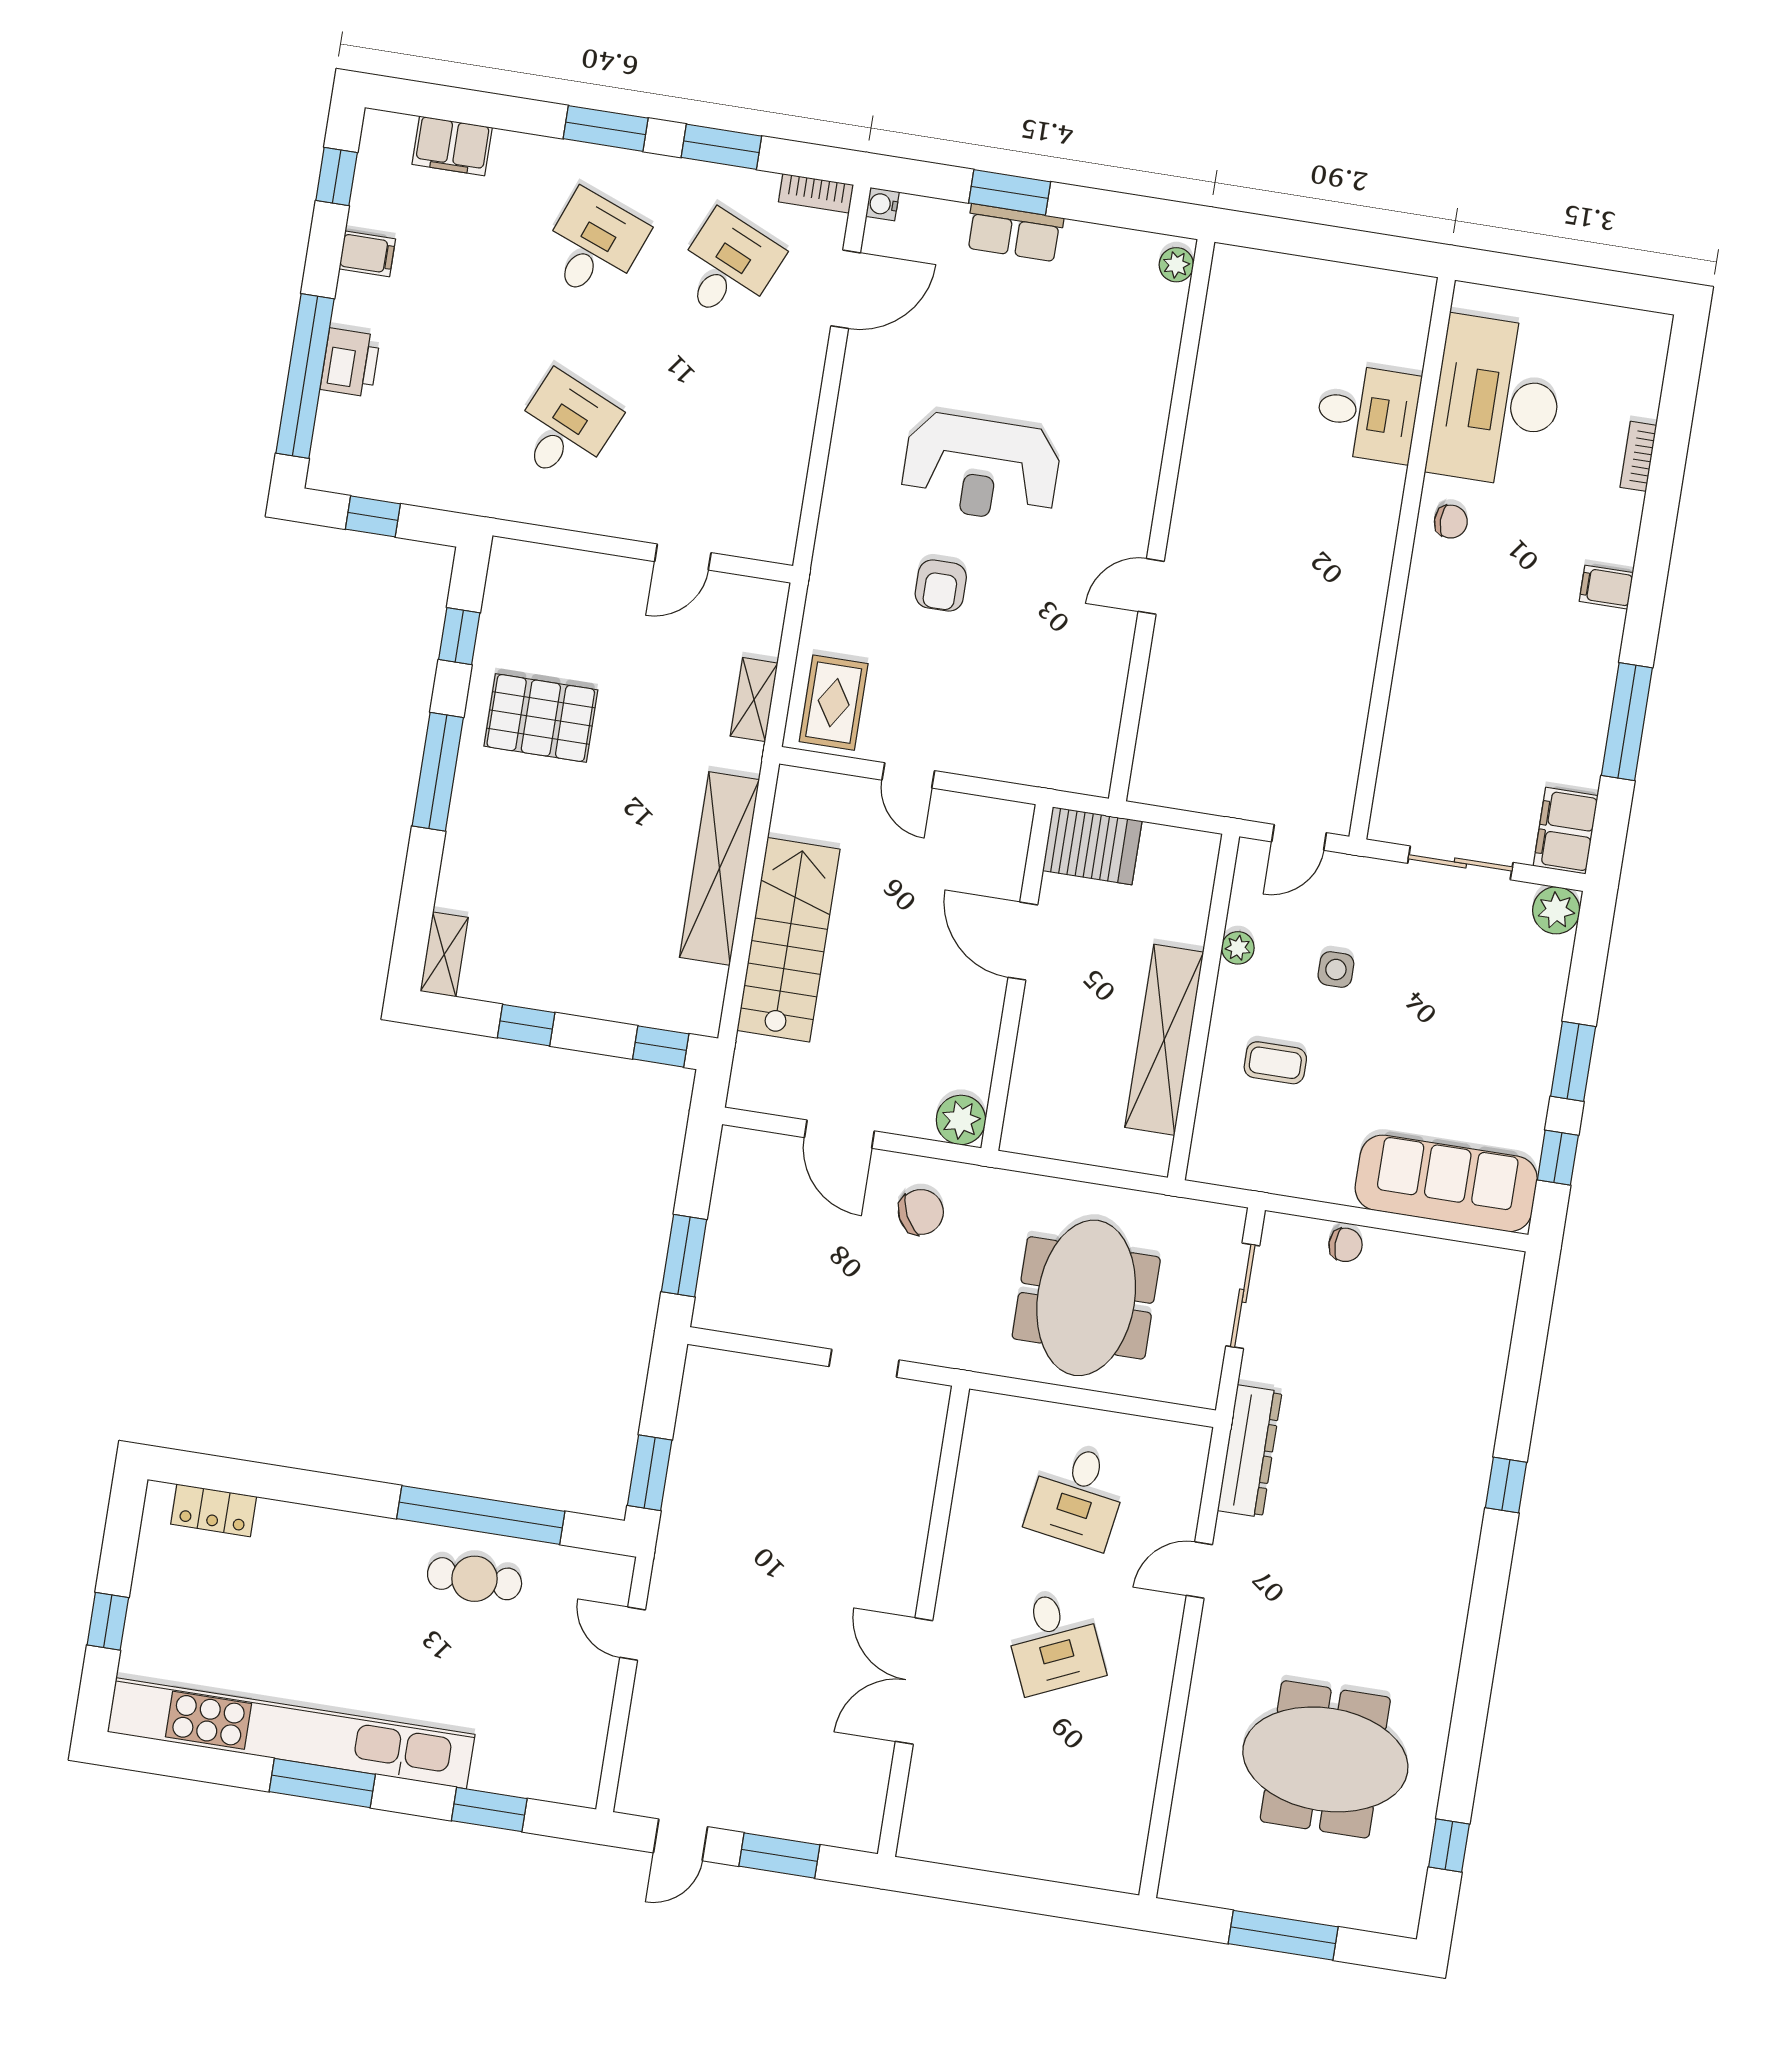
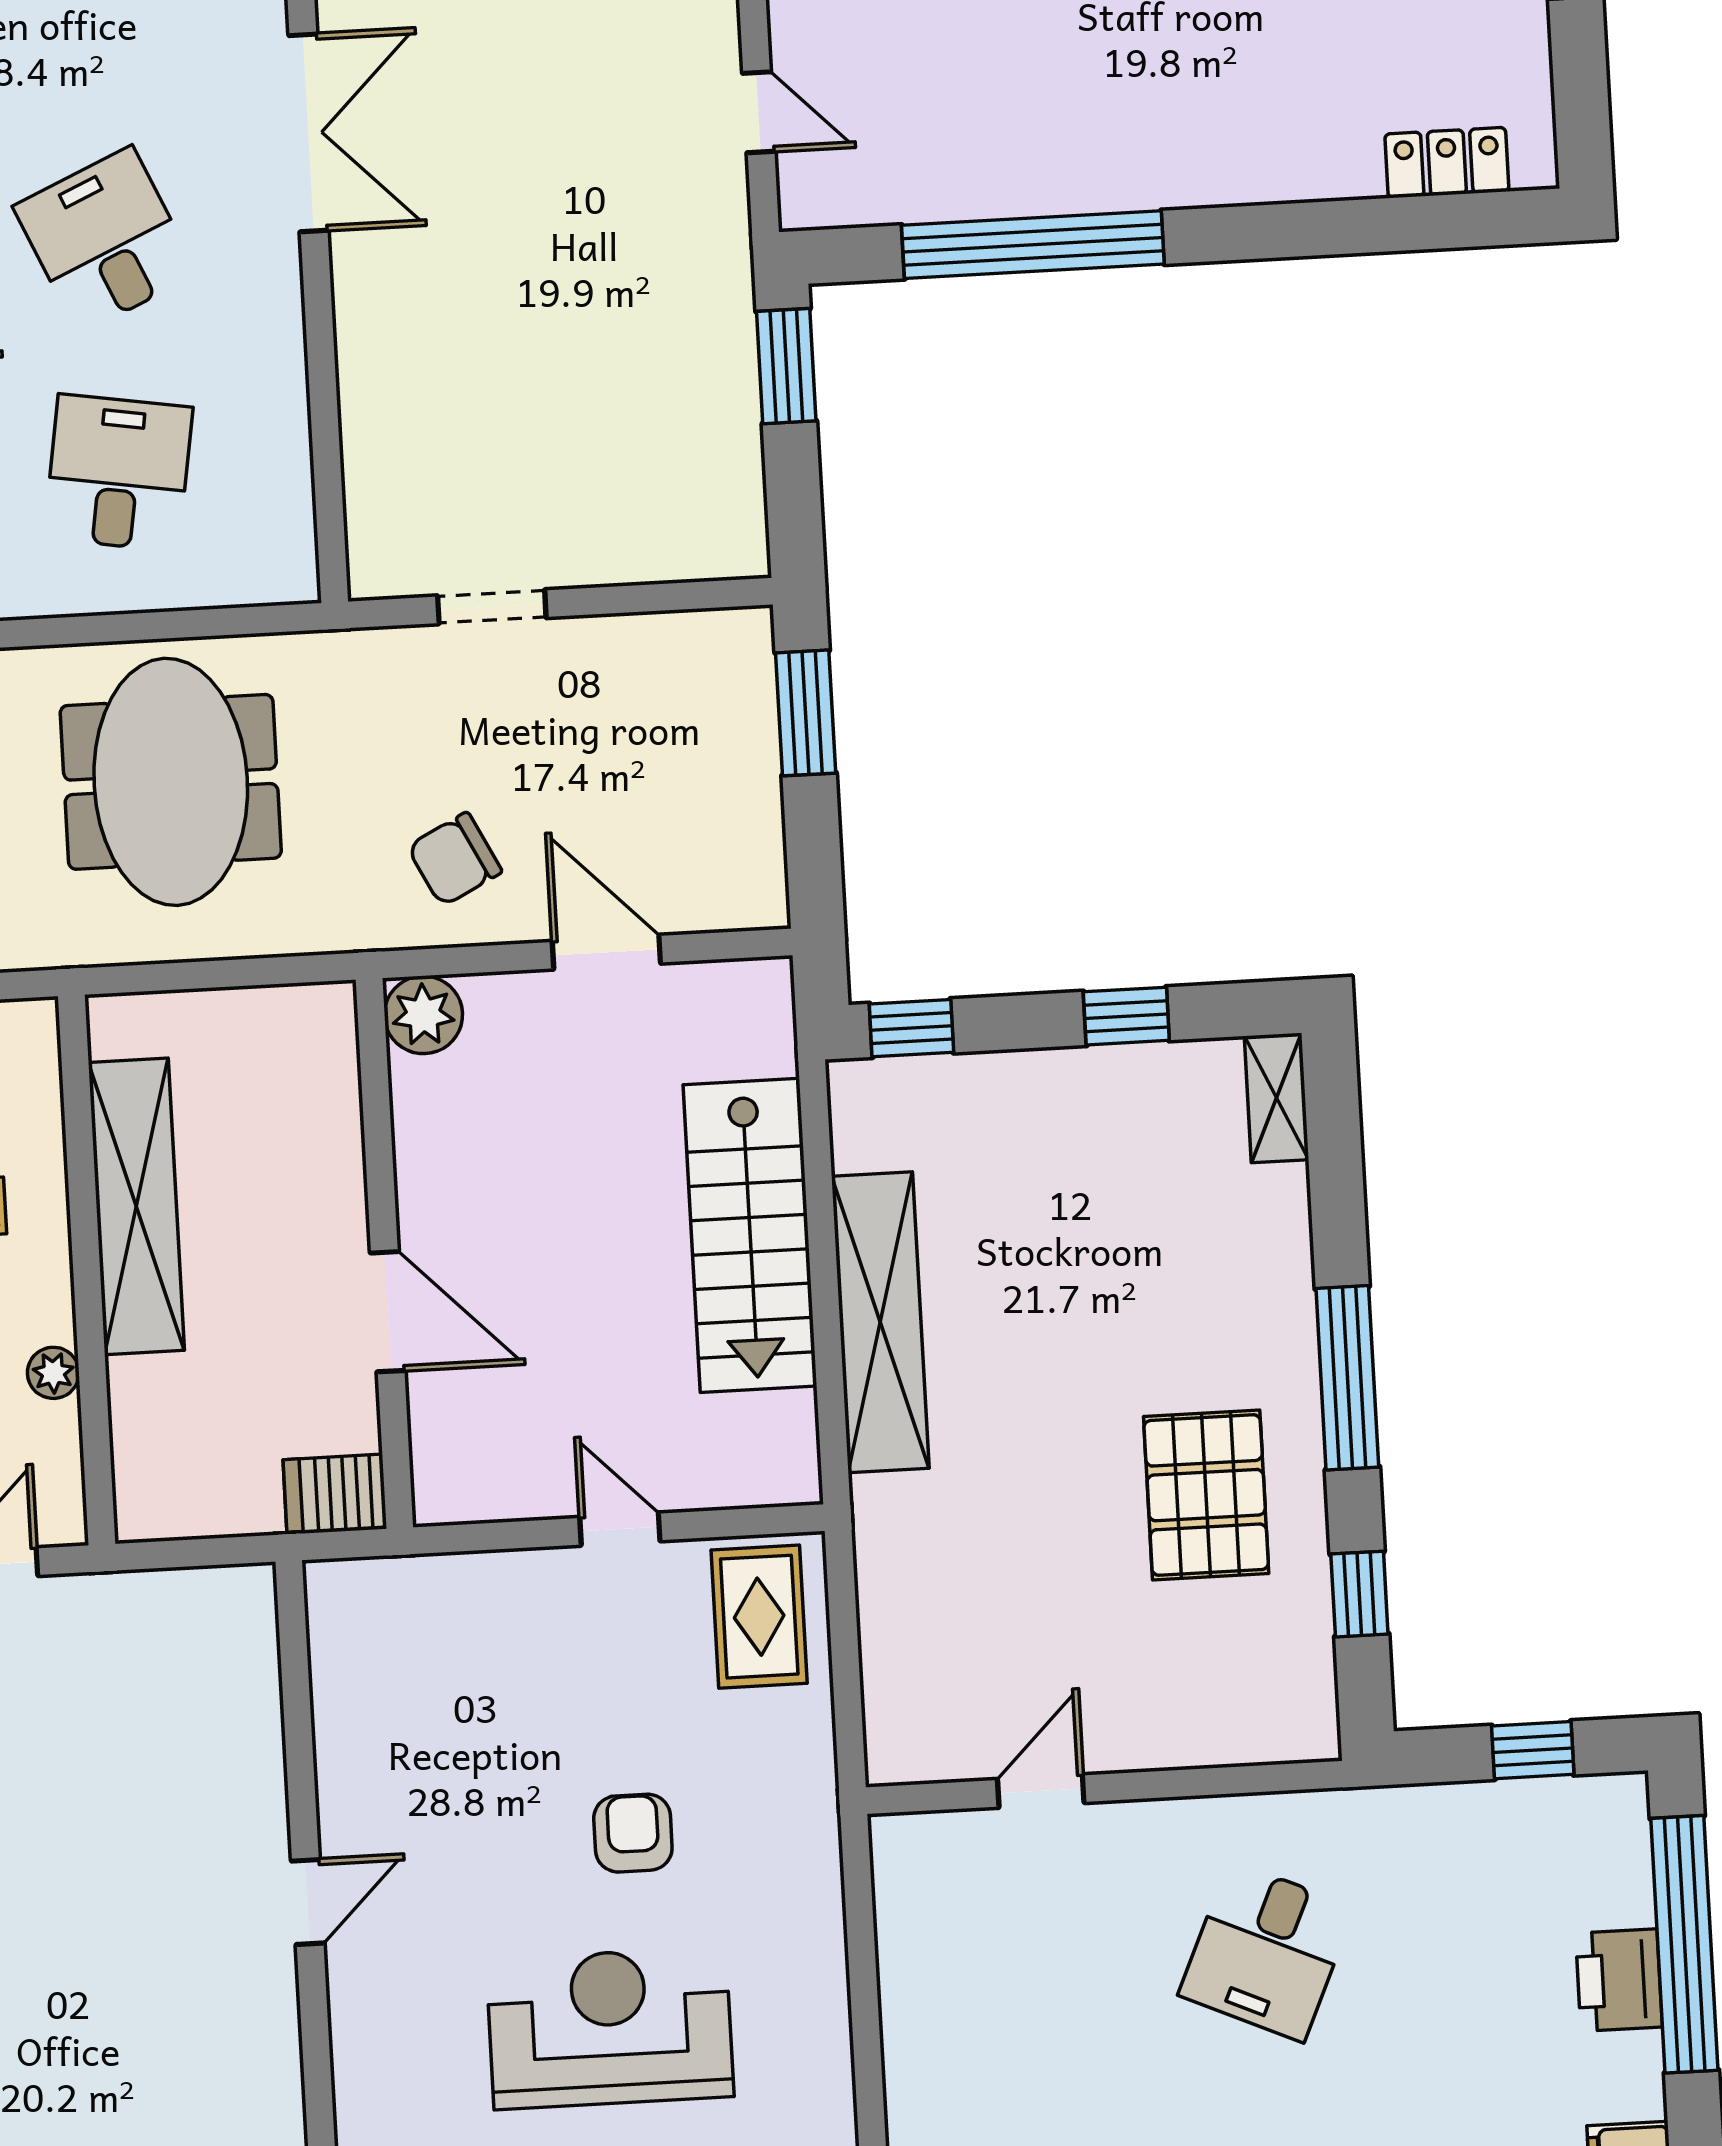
shelving: (754, 700) -> (883, 1595), removed
pallet: (541, 718) -> (1206, 1495), turned 90
server rack: (1092, 846) -> (335, 1494), width x0.73, depth x0.70
cafe table: (475, 1579) -> (1021, 144), removed

